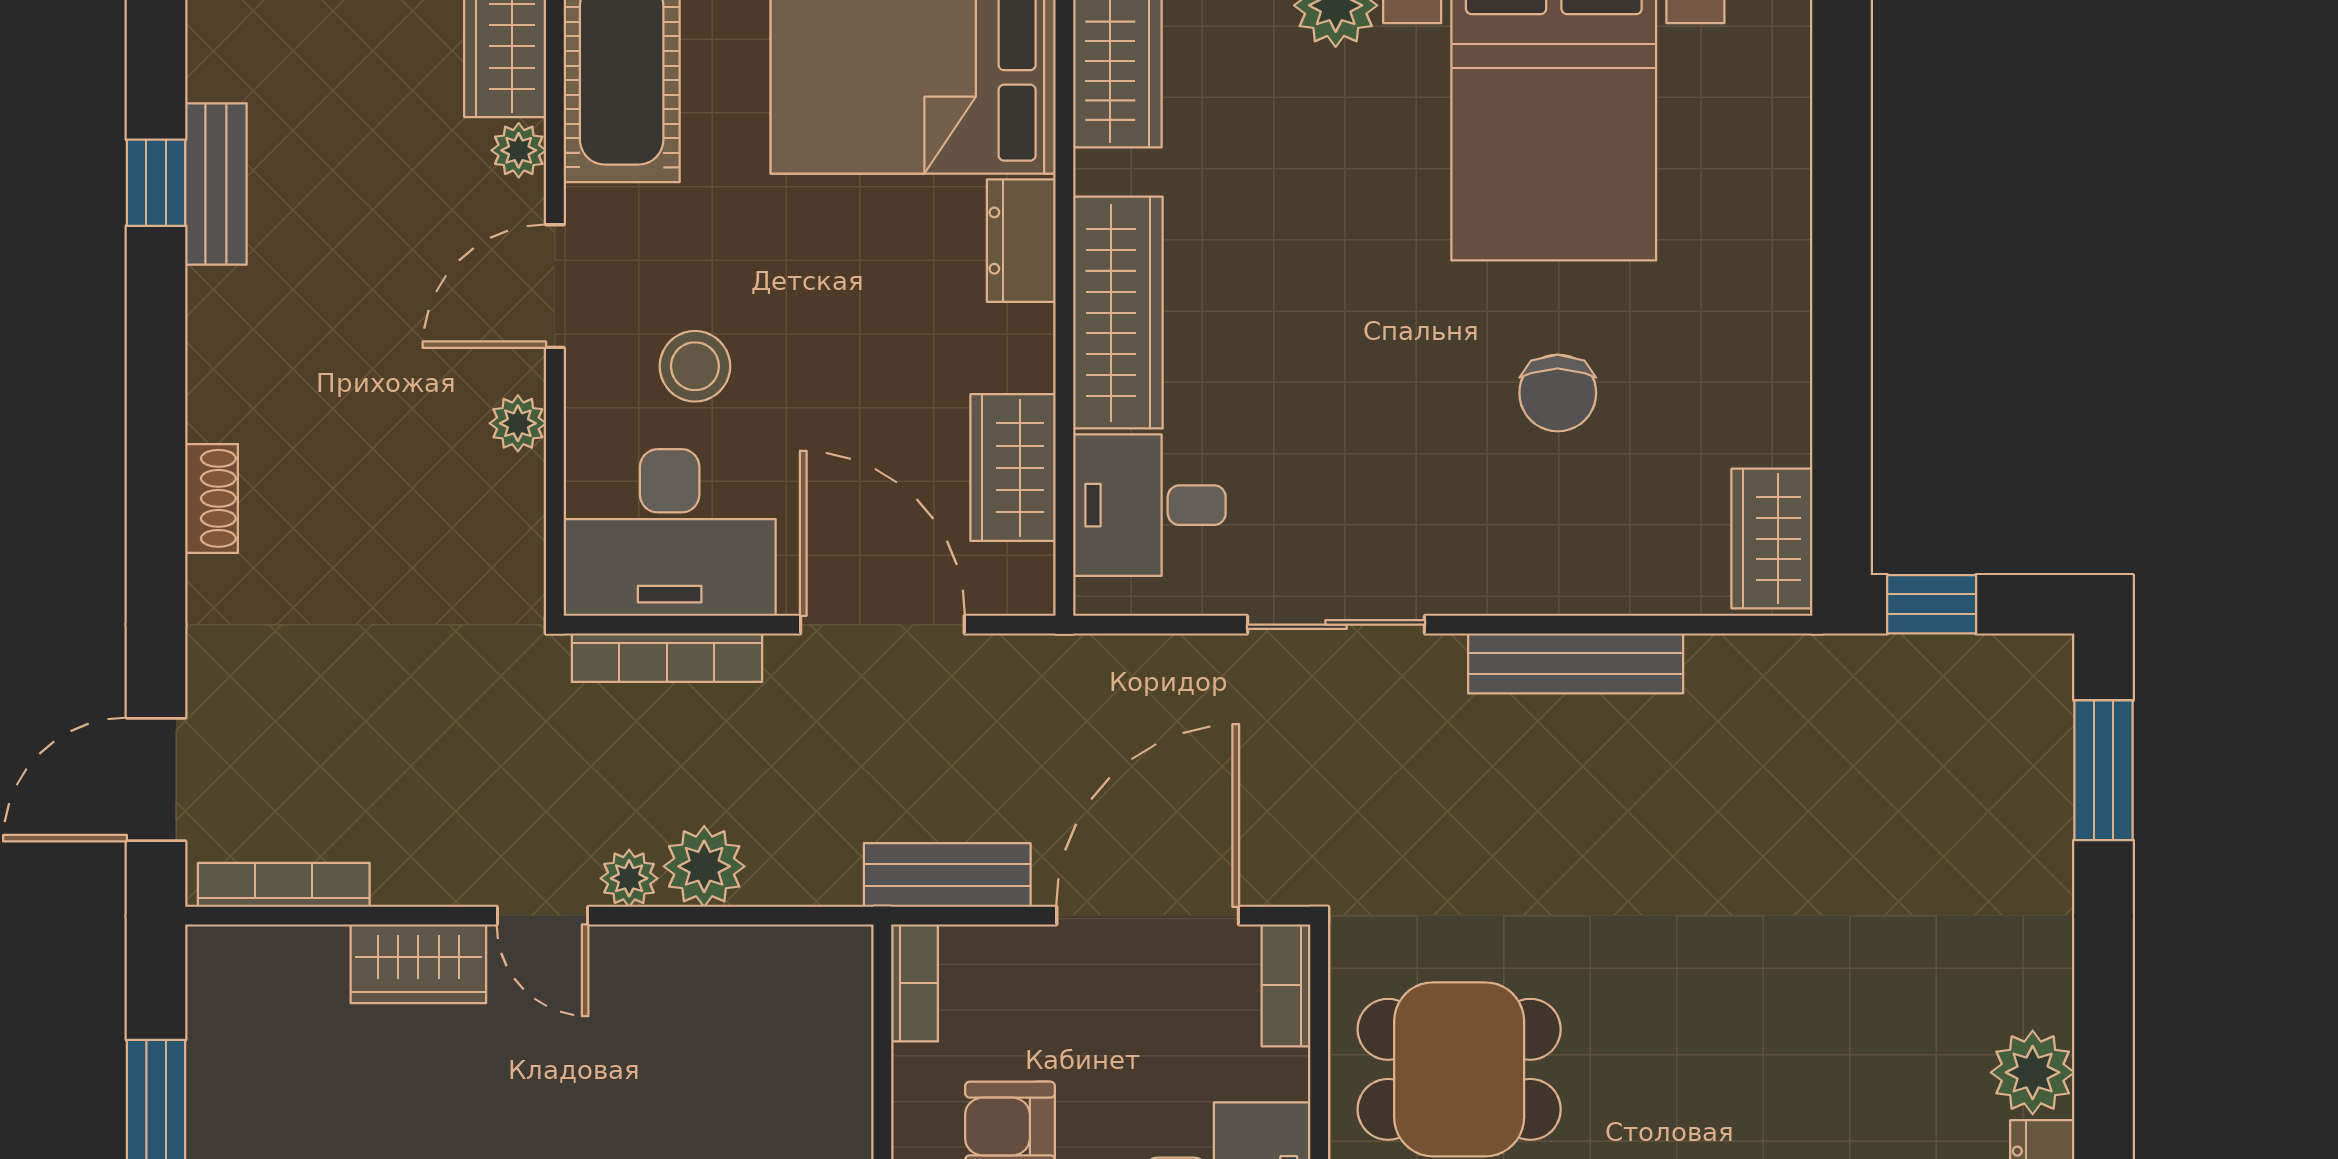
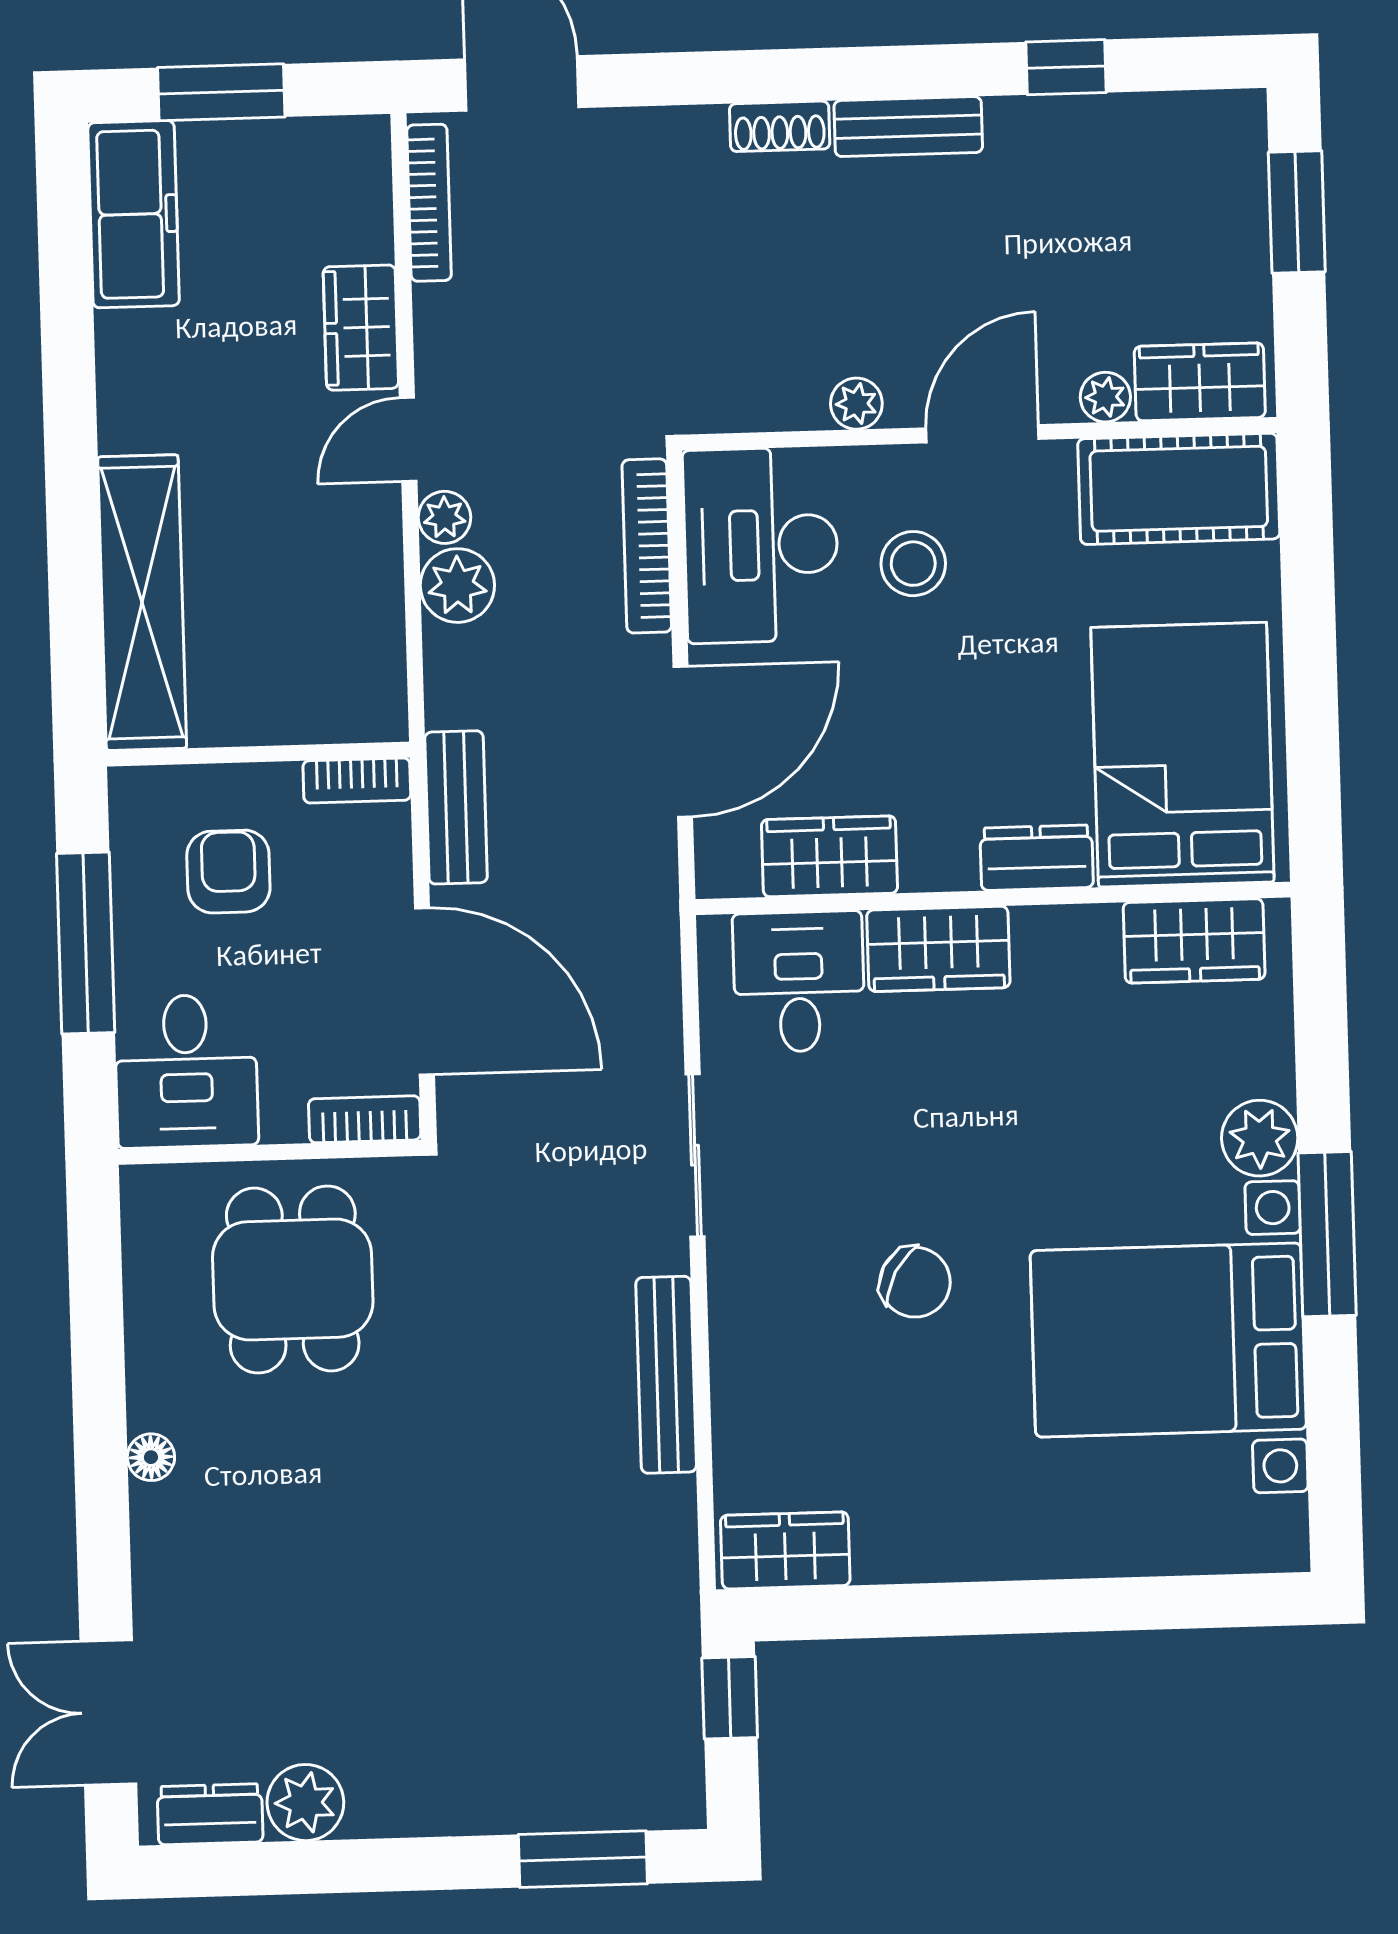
bench: (216, 184) -> (908, 127), moved
door: (555, 286) -> (982, 434), hinge flipped
wardrobe: (1118, 313) -> (938, 949), width x0.67
chair: (1558, 393) -> (915, 1282), moved, turned -151

